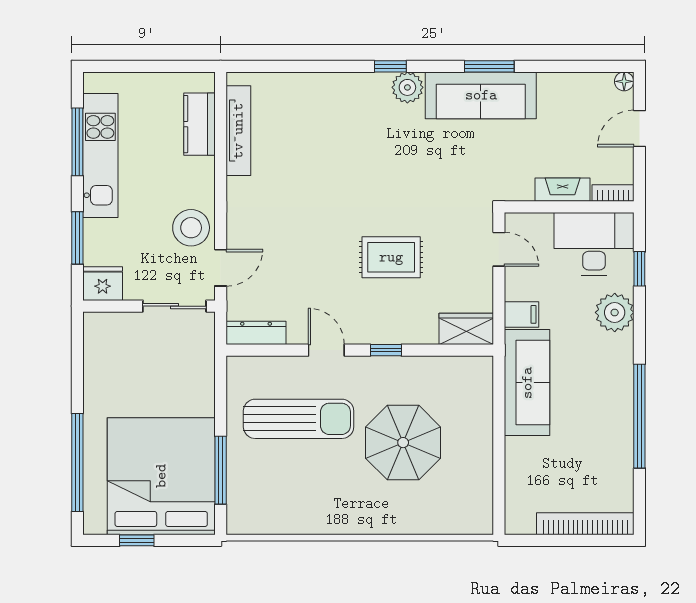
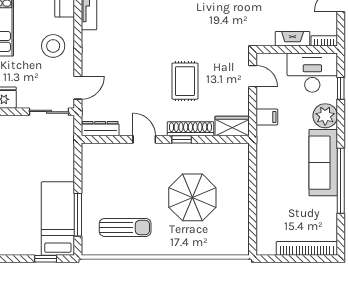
stool: (191, 228) -> (53, 46), moved
rug: (391, 257) -> (185, 81), turned 90
shoe rack: (400, 333) -> (190, 129), added
sofa: (527, 383) -> (323, 163), moved, turned 180
sun lounger: (299, 419) -> (125, 227), moved, width x0.73, depth x0.75
bed: (161, 476) -> (58, 219), width x0.49
window: (137, 540) -> (46, 259), moved

